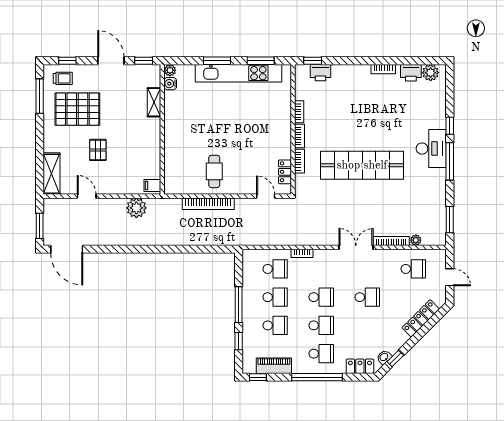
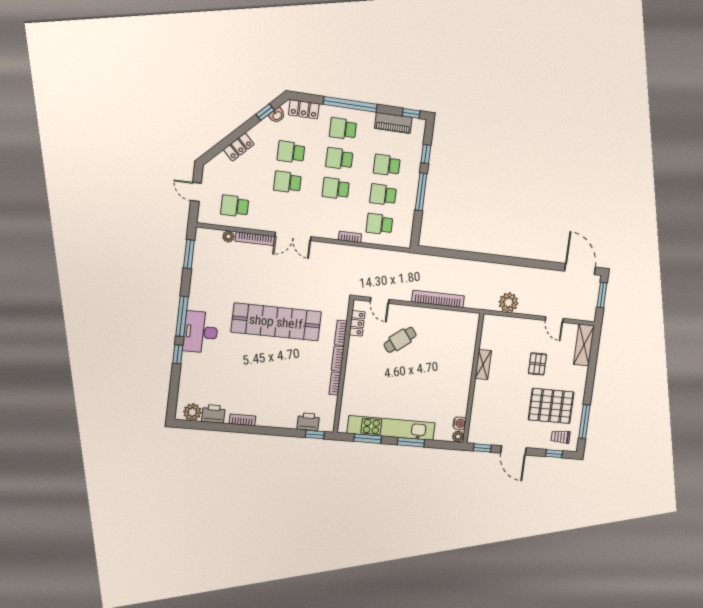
shelving: (154, 102) -> (483, 365), moved
cafe table: (214, 171) -> (400, 340), moved, turned 52
filing cabinet: (152, 185) -> (490, 323), removed
locker: (421, 318) -> (239, 147), width x0.66
school desk: (367, 325) -> (291, 152), added

